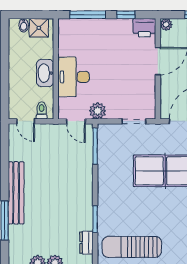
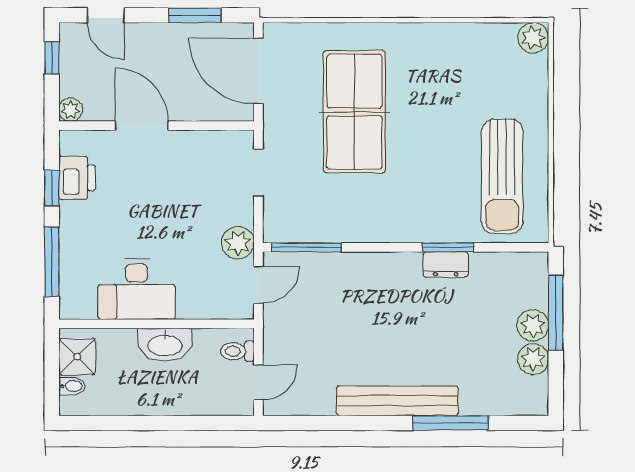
printer: (144, 28) -> (77, 178), moved
desk: (74, 77) -> (137, 289), moved
dresser: (86, 243) -> (446, 264), moved

